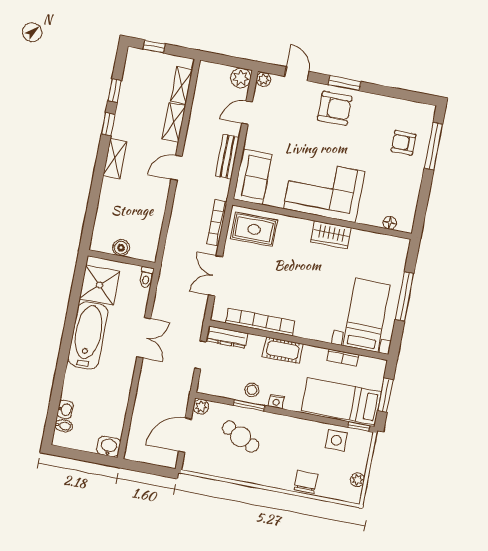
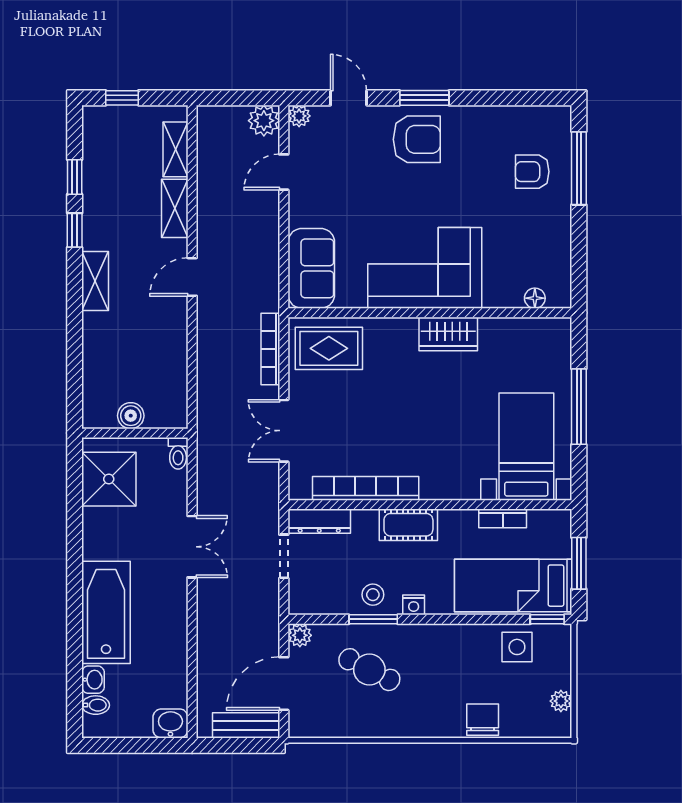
bench: (227, 157) -> (246, 725), moved, turned 90
bathtub: (88, 335) -> (106, 612), moved

